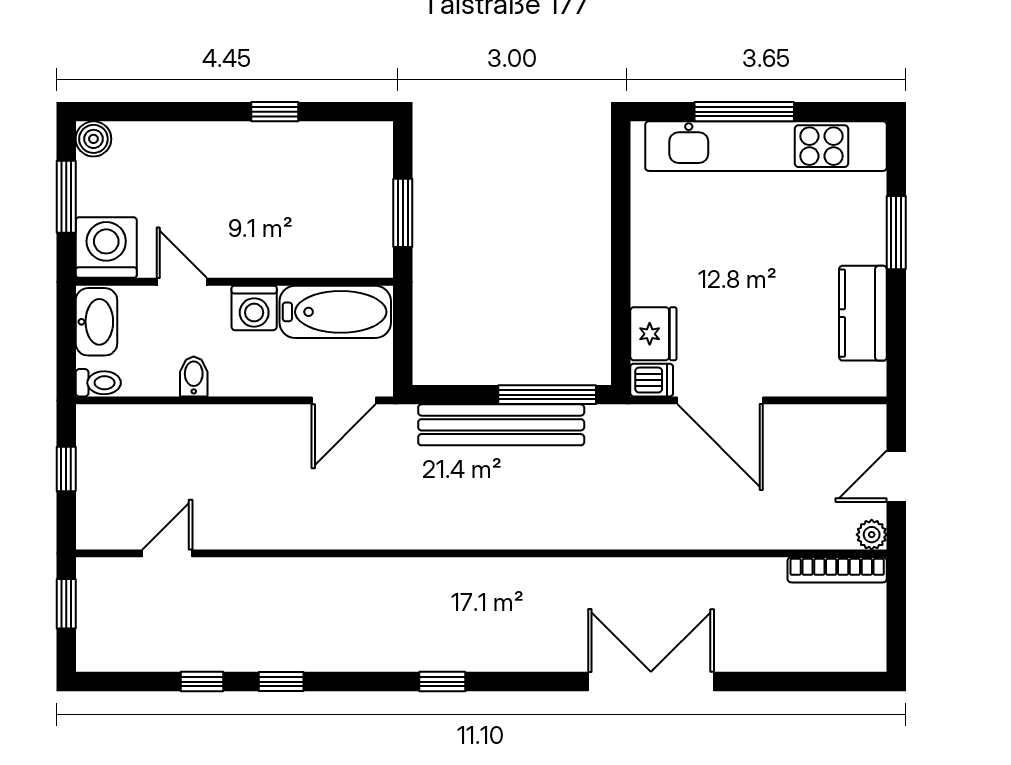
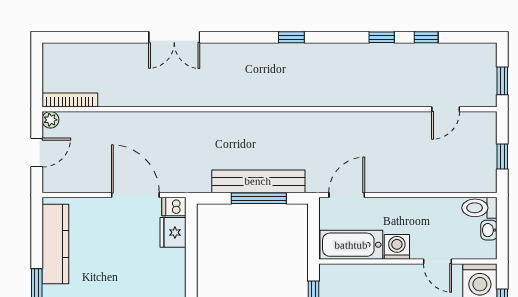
kitchen counter: (863, 313) -> (55, 244), width x1.50
washbasin: (96, 322) -> (489, 230), width x0.52, depth x0.69
bidet: (194, 377) -> (431, 208), removed
toilet: (98, 383) -> (479, 208), width x1.37, depth x1.39
window: (547, 395) -> (259, 198), moved
double door: (651, 682) -> (174, 37), width x0.73

